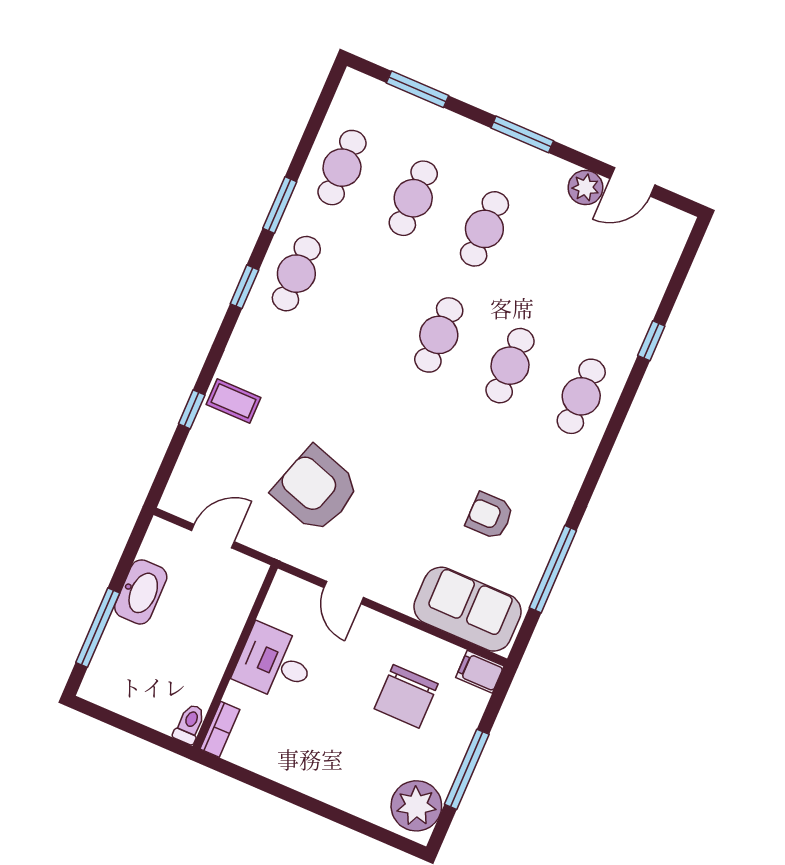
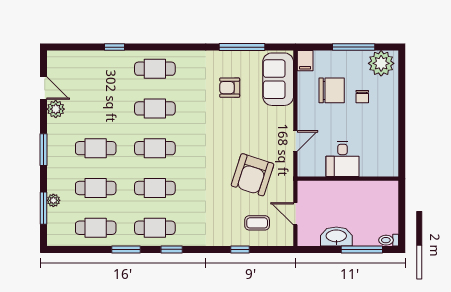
plant: (424, 113) -> (53, 200), added
cafe table: (368, 304) -> (155, 188), added
coffee table: (234, 401) -> (257, 223), moved, turned 90
armchair: (490, 516) -> (230, 88), turned 90
toilet: (189, 724) -> (389, 240), moved
bookcase: (220, 729) -> (385, 171), removed
chair: (371, 746) -> (362, 97), added

